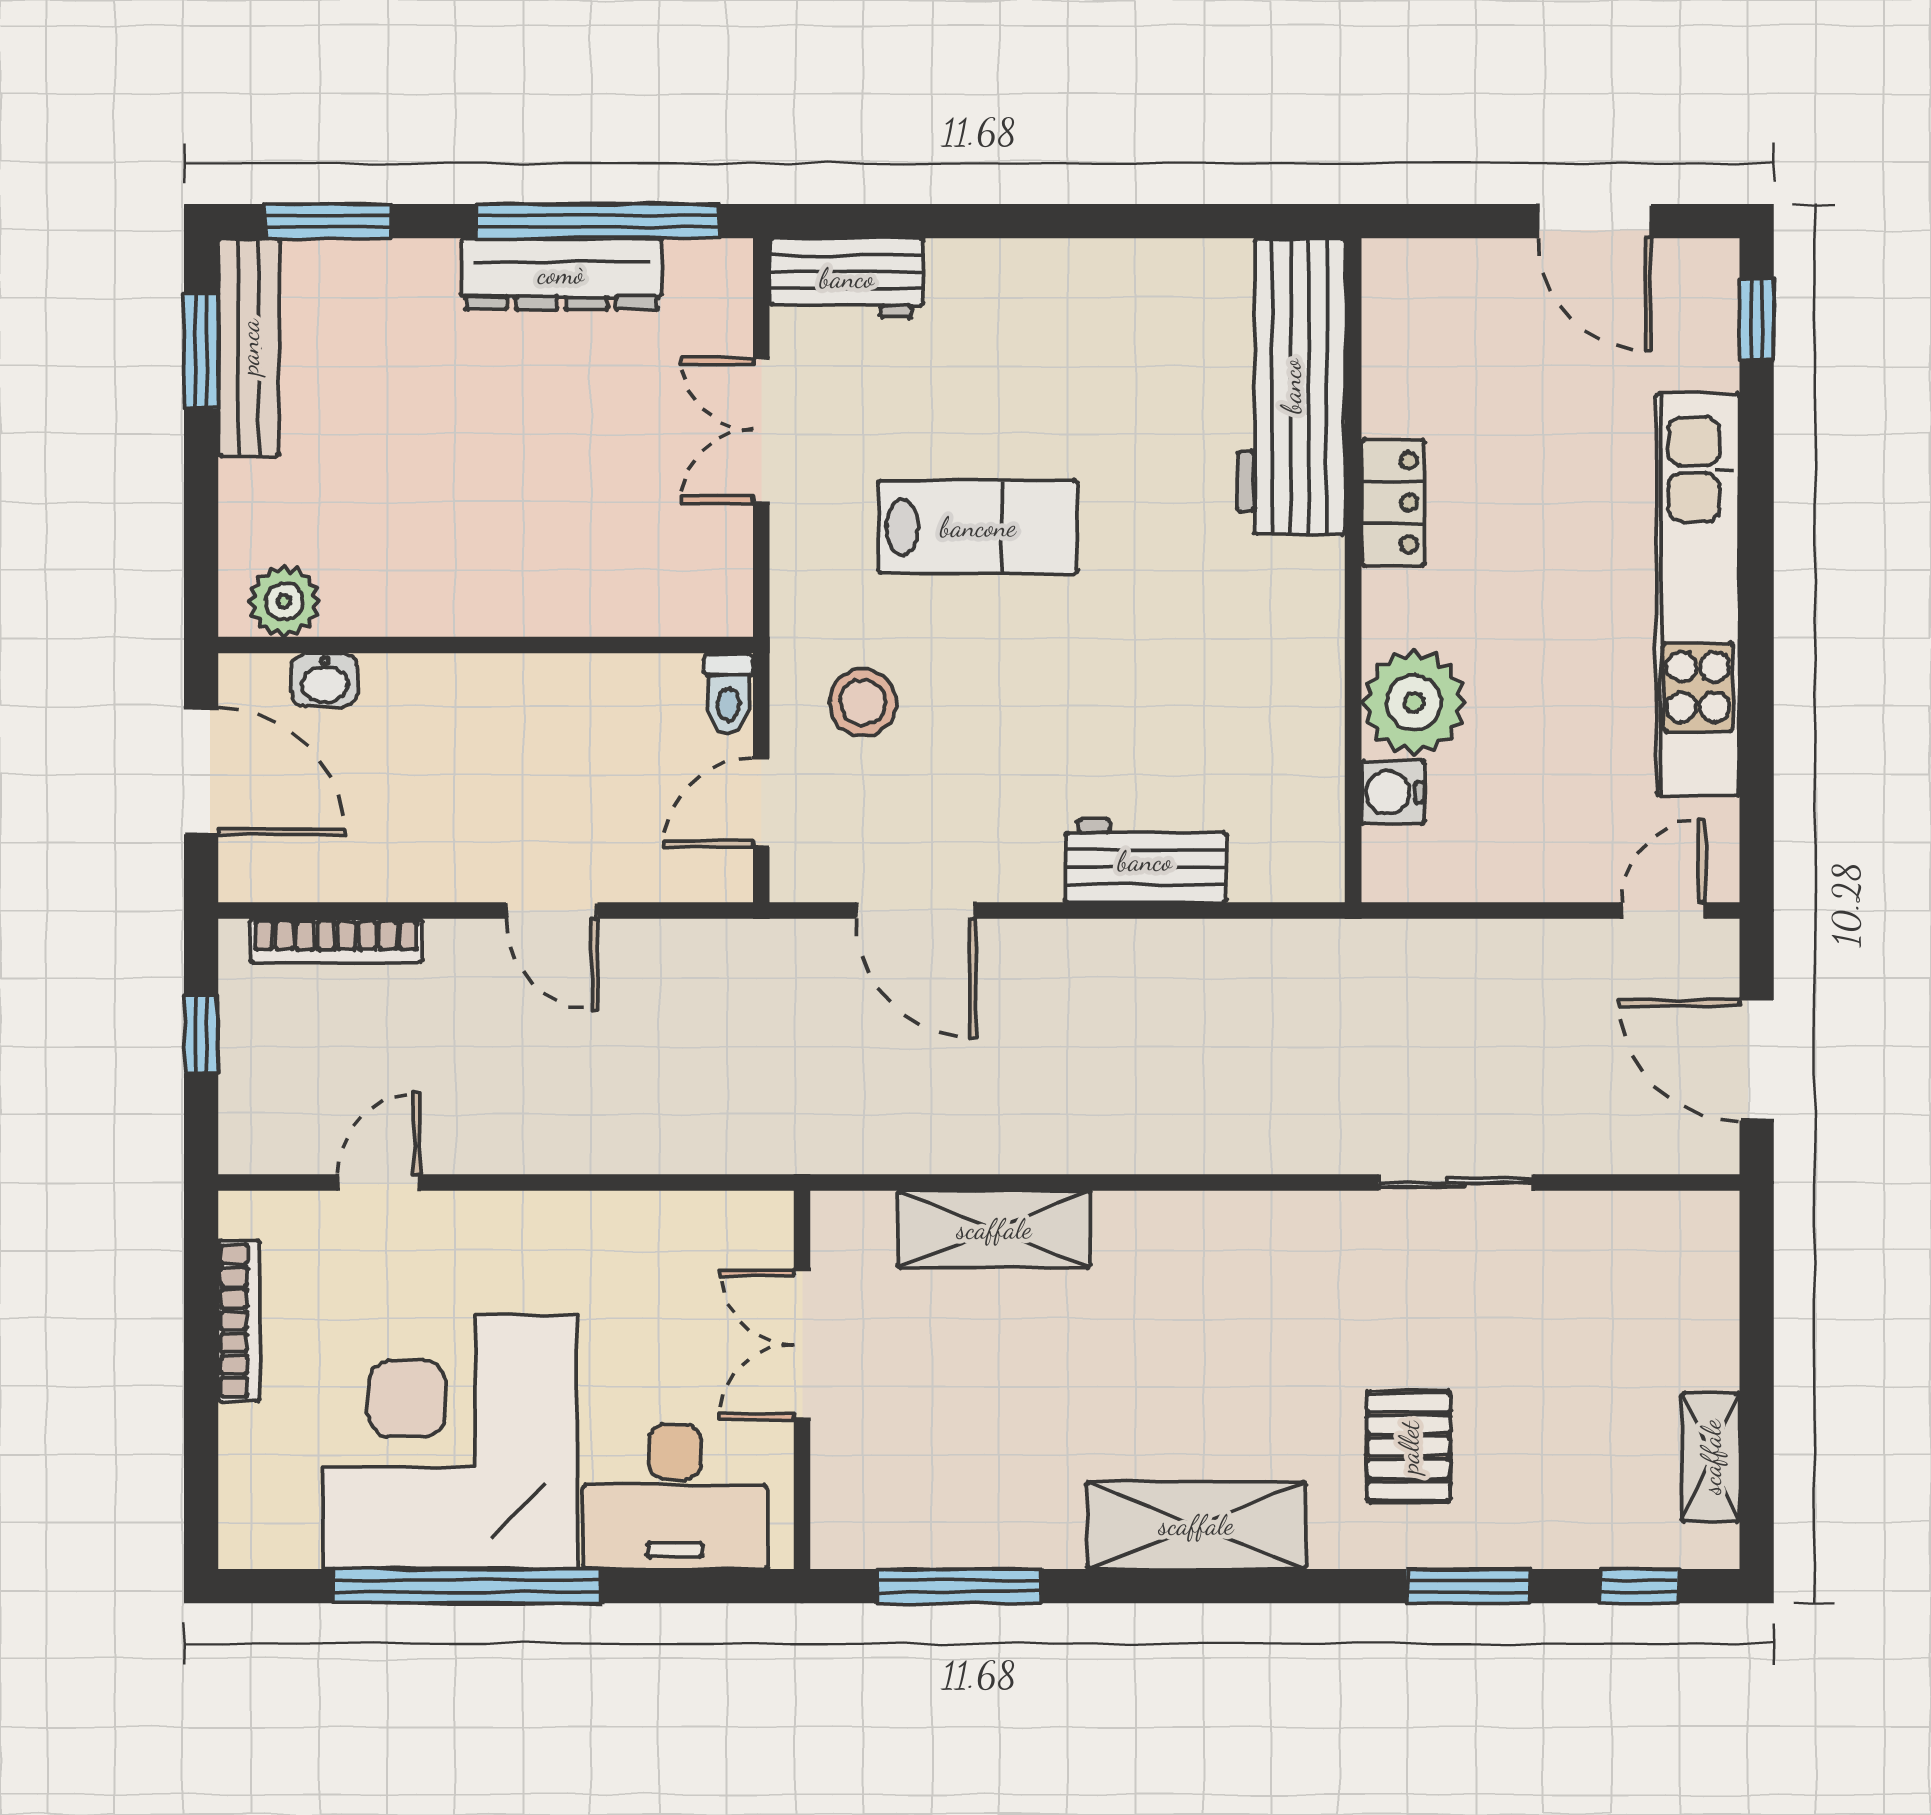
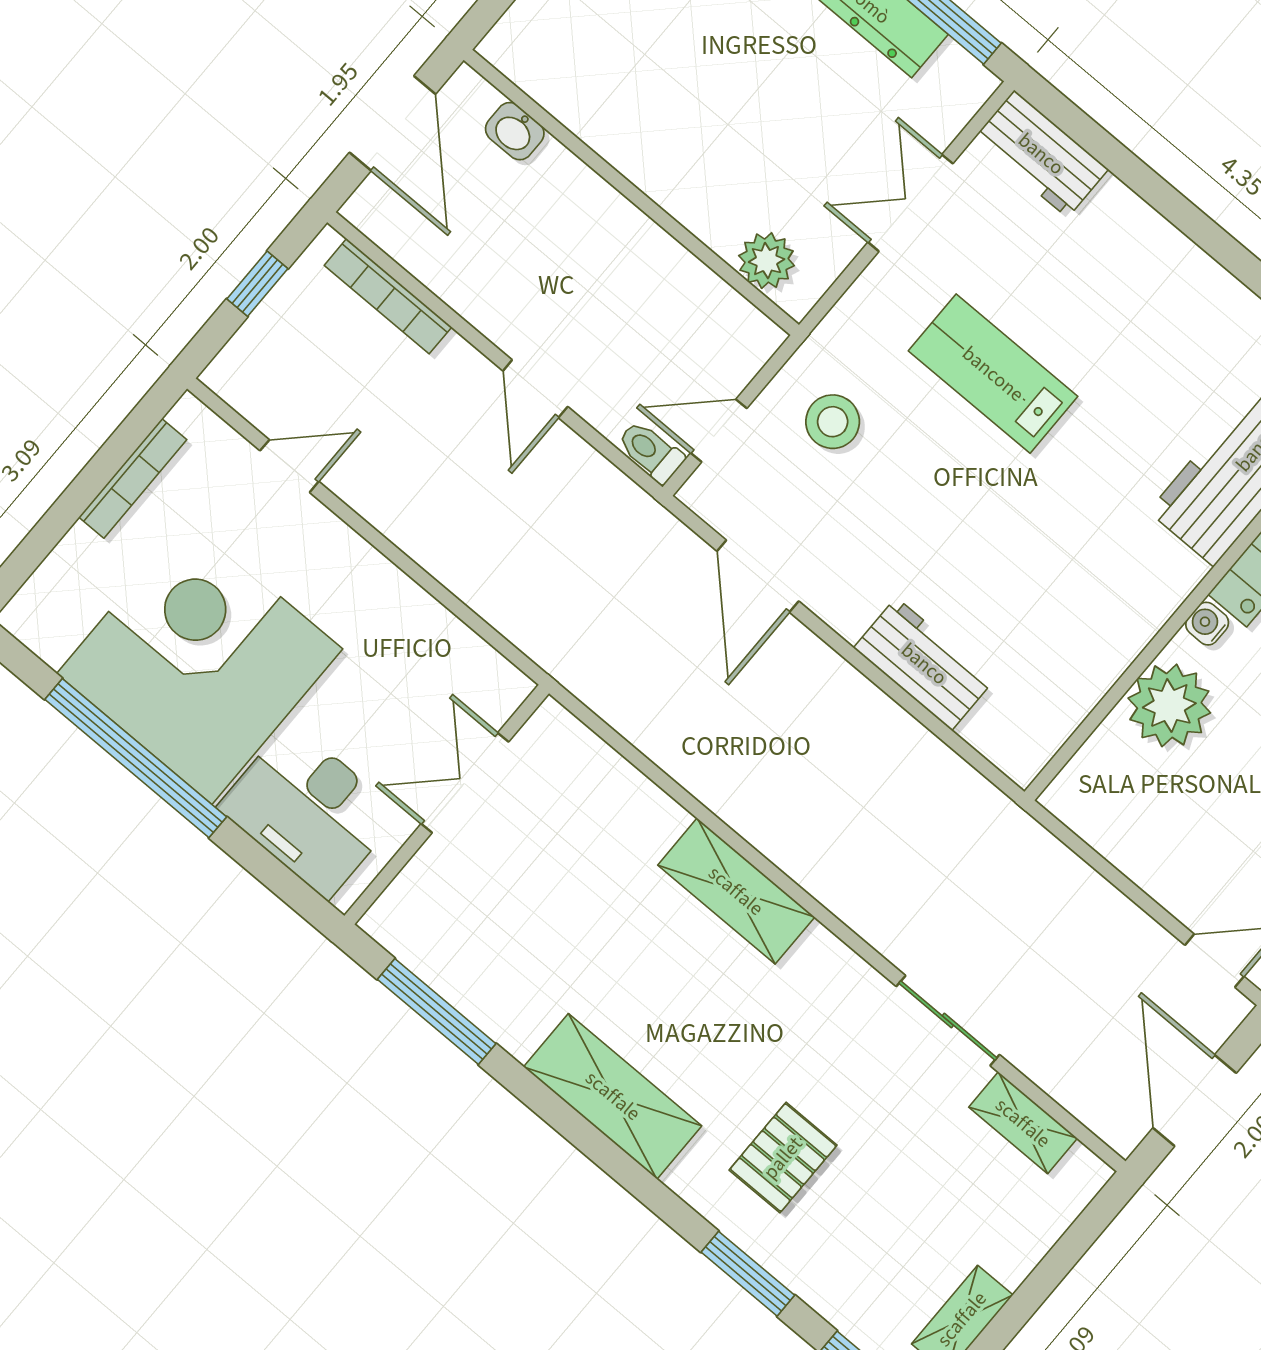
lab bench: (978, 527) -> (993, 374), turned 180
plant: (284, 601) -> (767, 261), moved
toilet: (728, 693) -> (651, 452), moved, turned 90
water cooler: (1393, 792) -> (1207, 624), moved, width x0.72, depth x0.72
shelving: (1610, 1220) -> (1023, 1123), added
shelving: (994, 1229) -> (736, 891), moved

